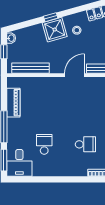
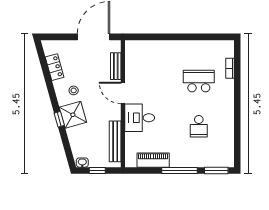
school desk: (44, 144) -> (199, 126), turned -90
school desk: (85, 144) -> (199, 81), width x1.85
desk: (19, 163) -> (140, 118), moved, turned 180

